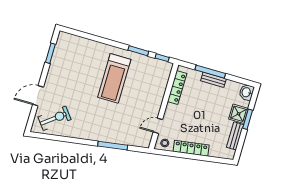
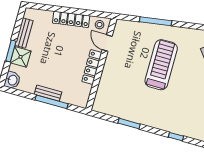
window: (162, 58) -> (176, 137), moved
treadmill: (114, 78) -> (161, 65), moved
locker: (177, 87) -> (92, 67), moved
door: (158, 126) -> (107, 43), swing flipped

